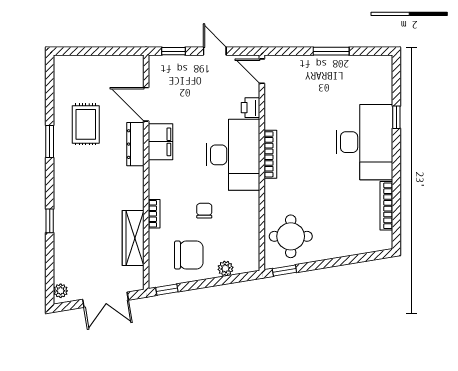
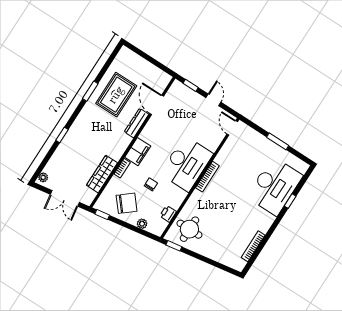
printer: (251, 108) -> (168, 214), moved
rug: (86, 124) -> (116, 95), width x1.36, depth x1.43
filing cabinet: (160, 142) -> (138, 152), moved
desk: (364, 142) -> (275, 186), moved
chair: (189, 255) -> (127, 203), turned -40

